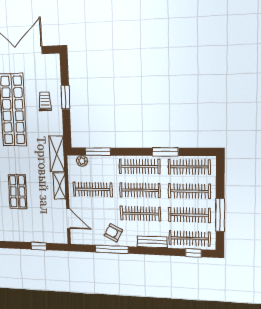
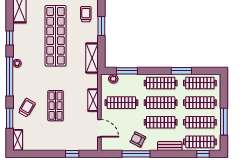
trolley: (45, 102) -> (86, 14), moved
shelving: (57, 154) -> (92, 58), moved

